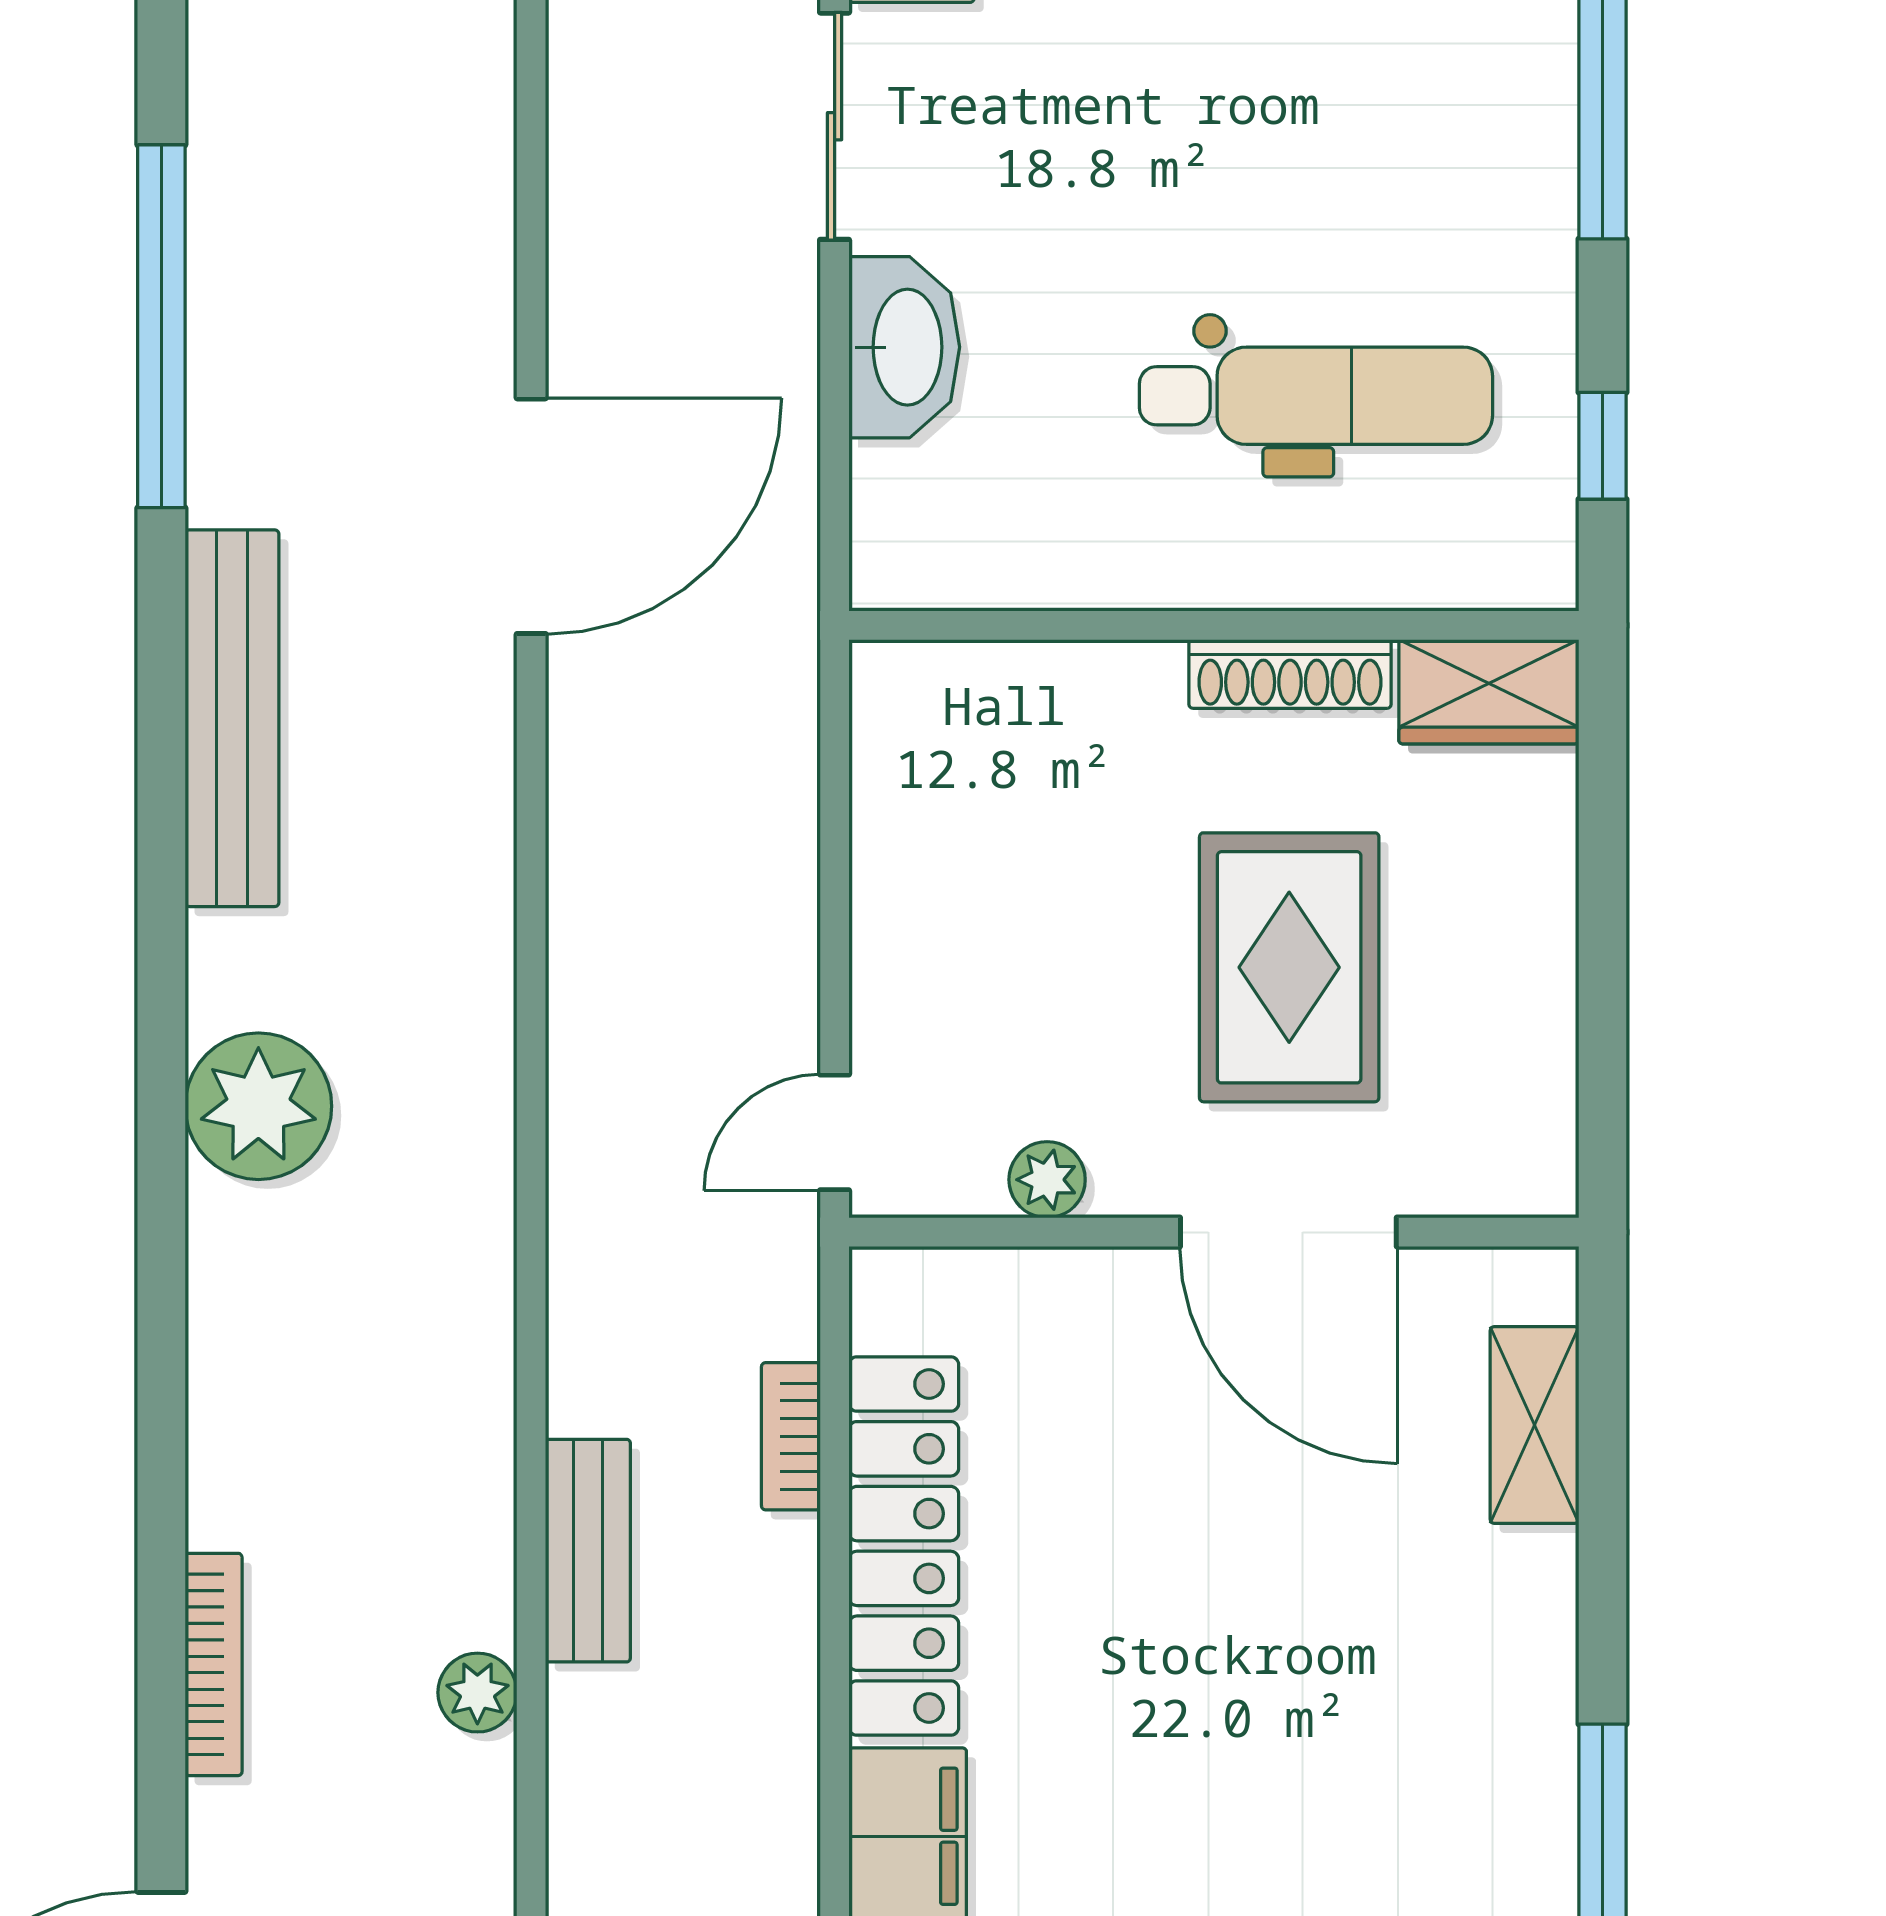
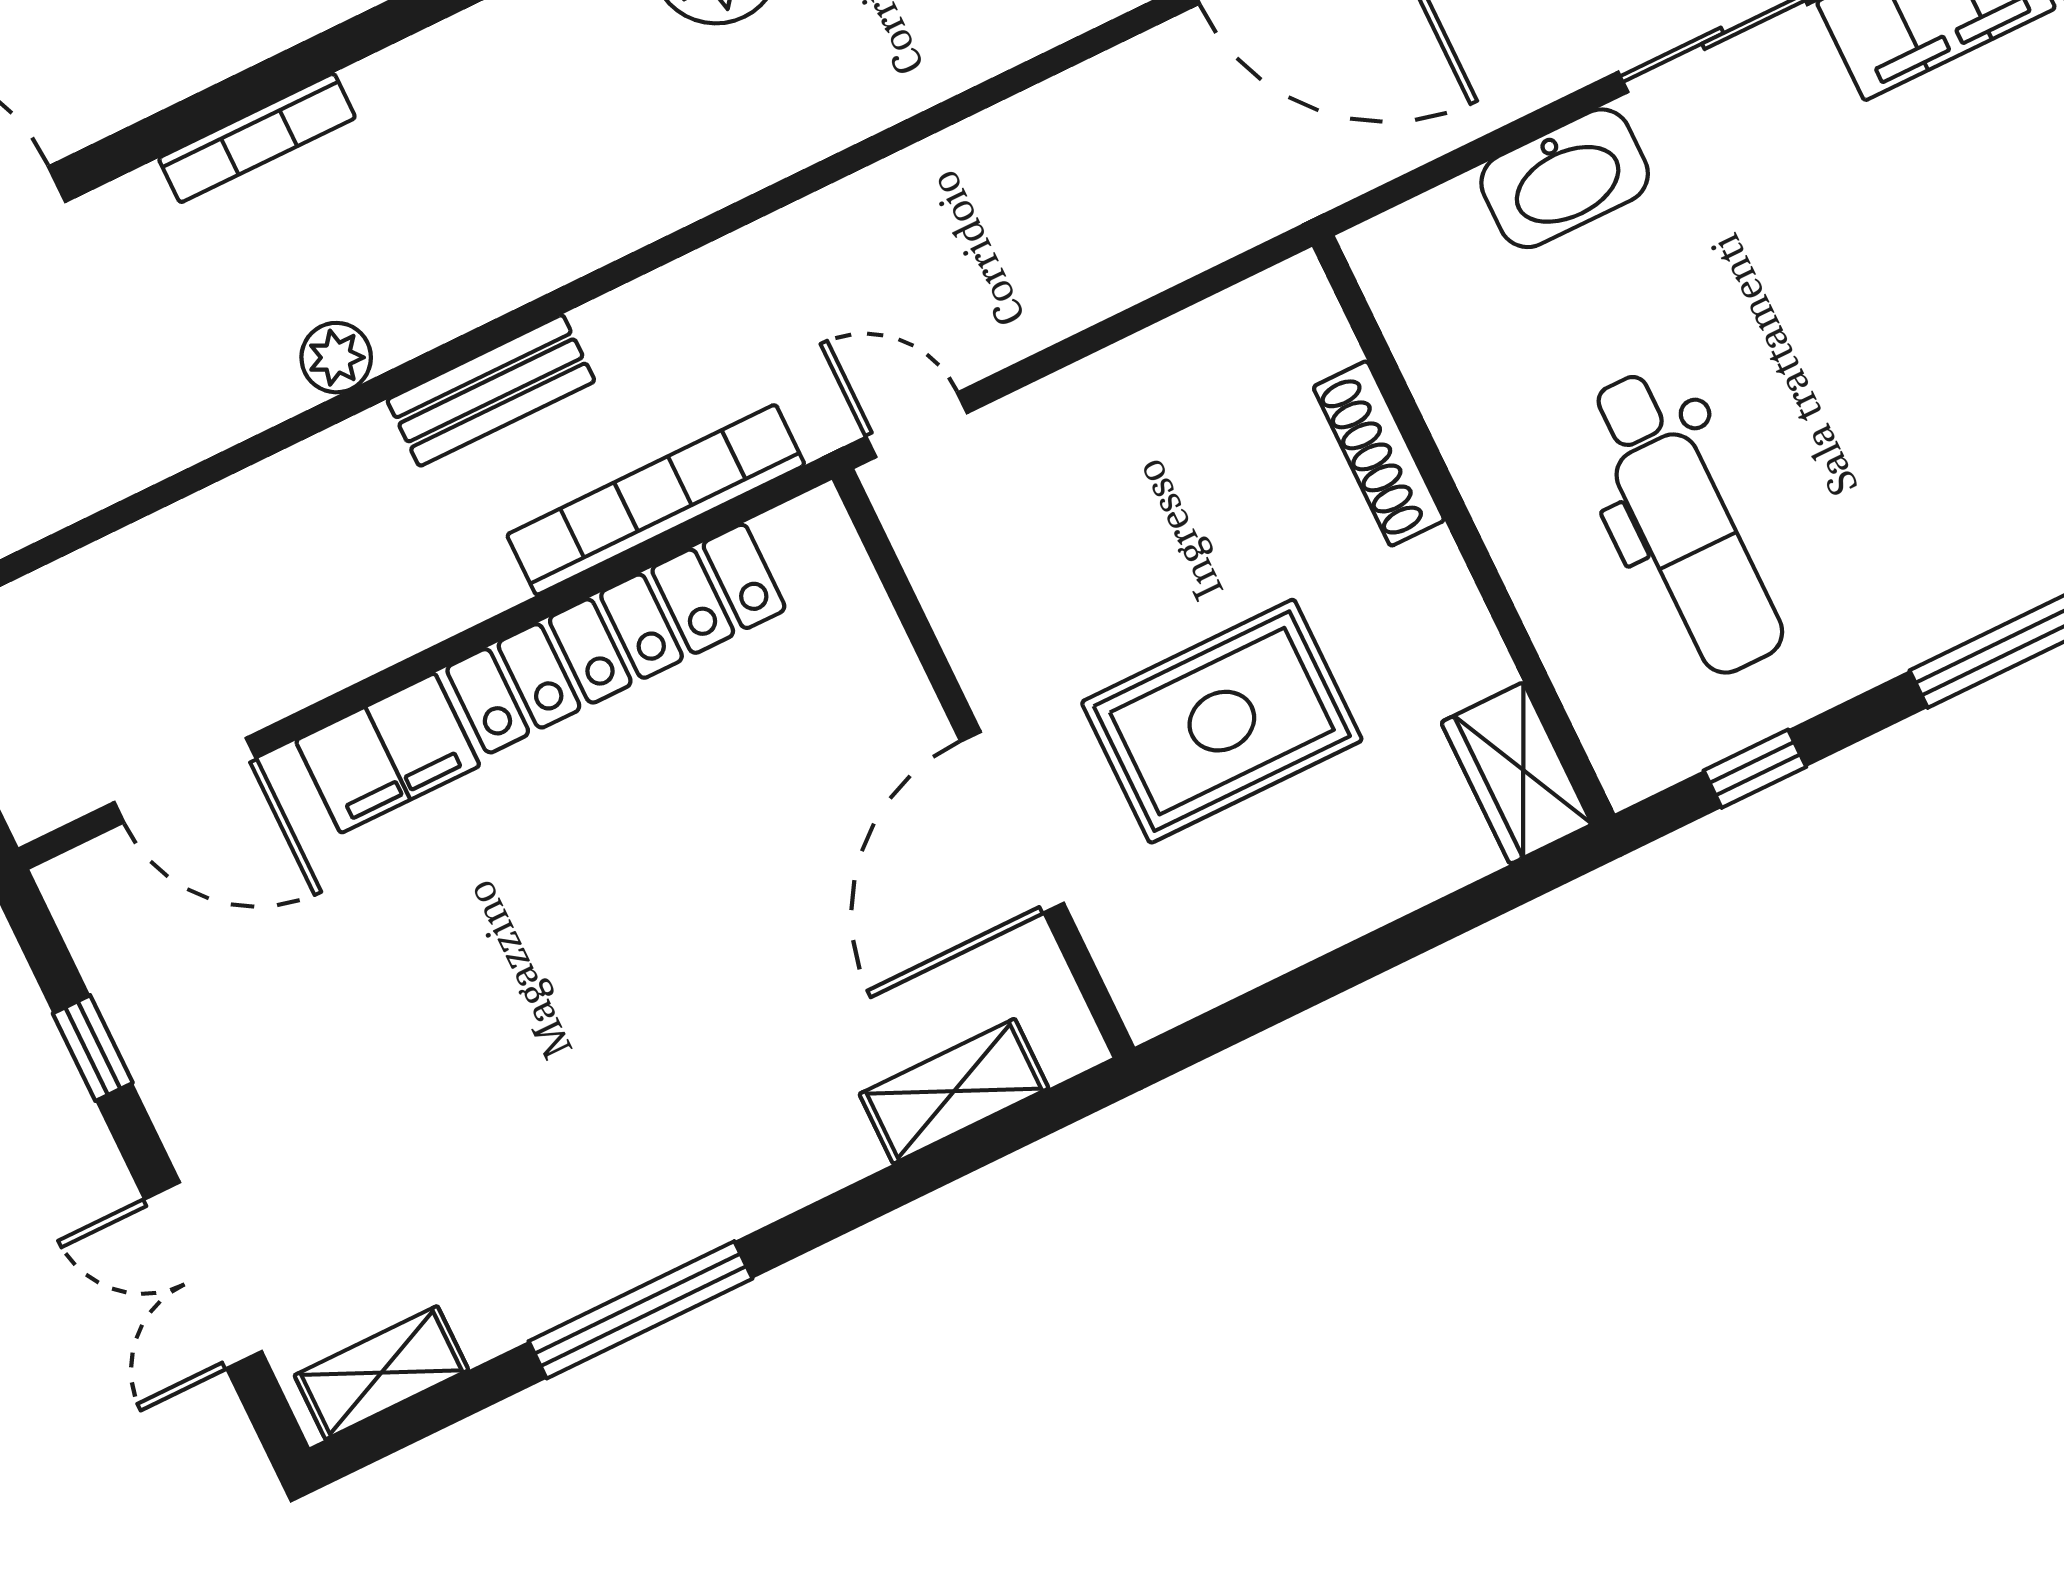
shoe rack: (1290, 674) -> (1379, 453), moved
plant: (1047, 1180) -> (961, 611), removed
bookcase: (791, 1436) -> (656, 500), width x2.31, depth x1.31

